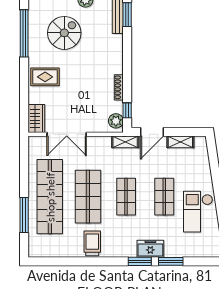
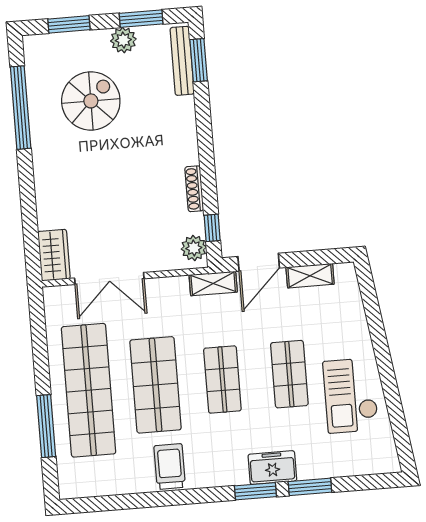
rug: (45, 77) -> (63, 181), removed

